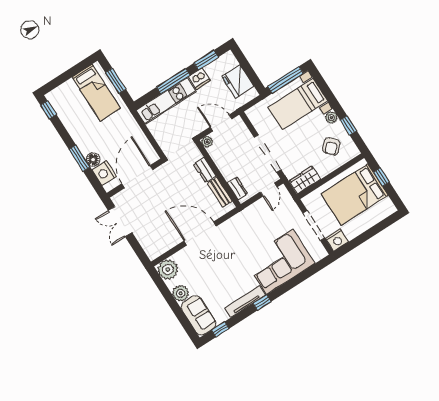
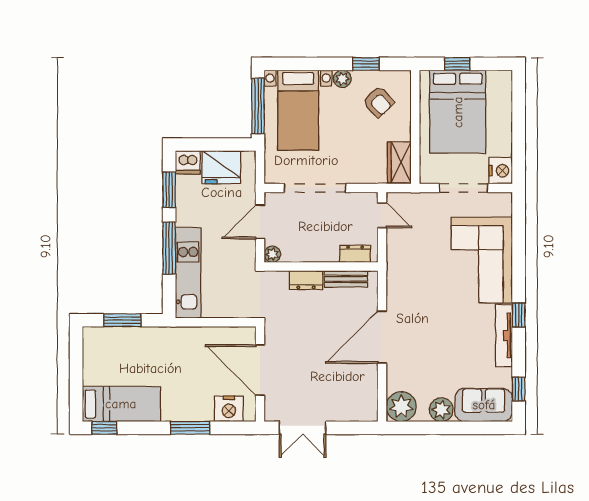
dishwasher: (199, 79) -> (188, 162), moved, turned 90
bed: (96, 93) -> (121, 404), moved
doorway: (268, 154) -> (315, 188), moved
floor lamp: (93, 159) -> (203, 412), removed

